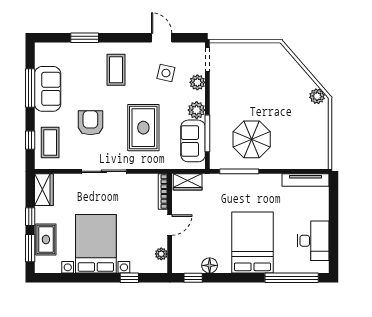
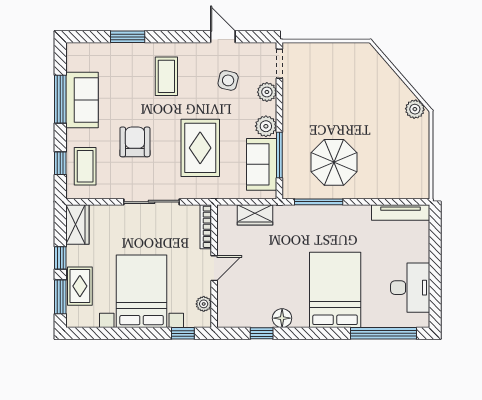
bookcase: (163, 191) -> (206, 227), moved
wall: (170, 223) -> (214, 266), moved
door: (170, 225) -> (214, 268), moved
plant: (161, 254) -> (204, 304), moved

